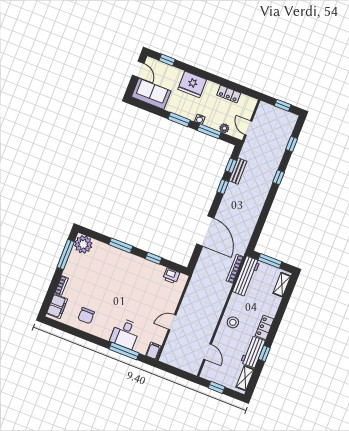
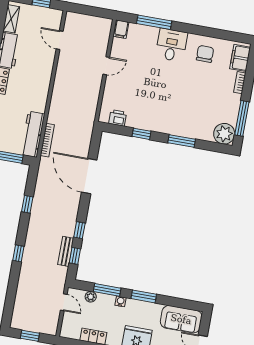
window: (292, 144) -> (27, 204), moved
stool: (233, 322) -> (38, 79), removed
desk: (125, 334) -> (171, 45), moved

